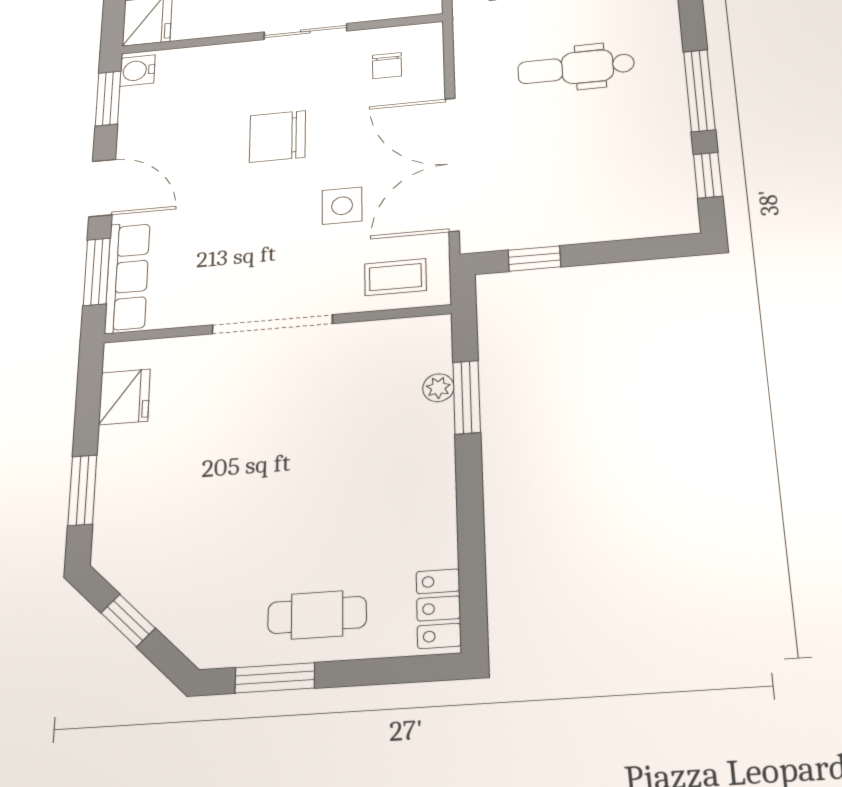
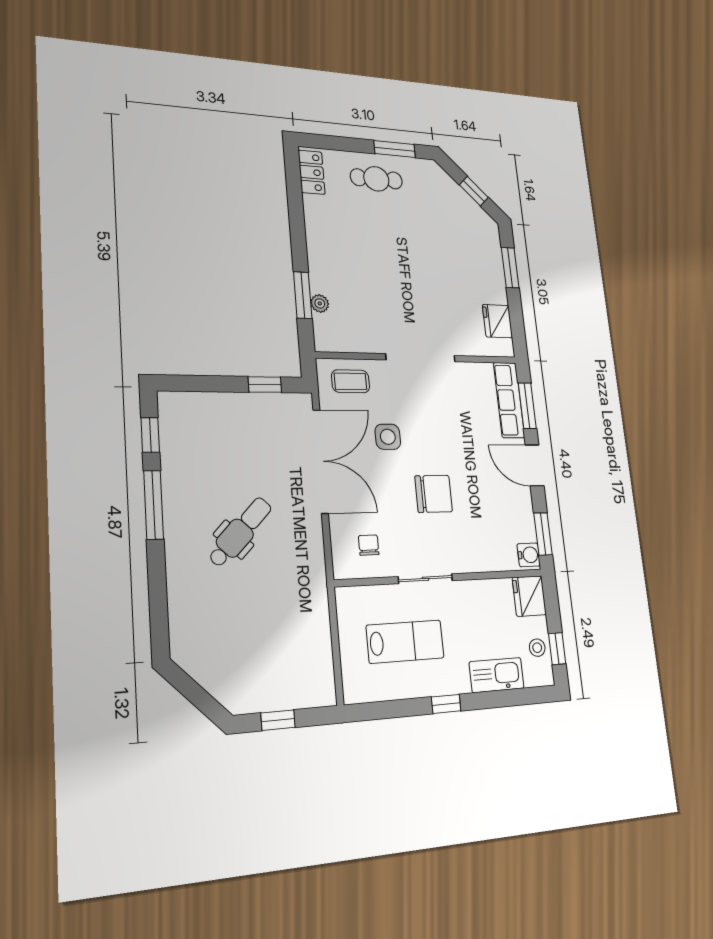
dental chair: (576, 68) -> (240, 532), turned -46

